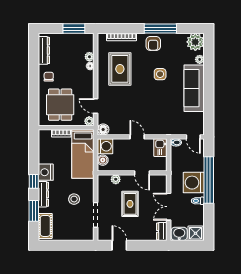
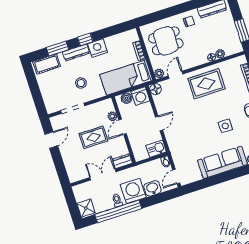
rug: (120, 69) -> (206, 84), moved
door: (142, 173) -> (123, 127), moved
window: (209, 180) -> (118, 211), moved
dresser: (162, 231) -> (122, 161), moved
washbasin: (179, 234) -> (152, 188), moved, turned -90

